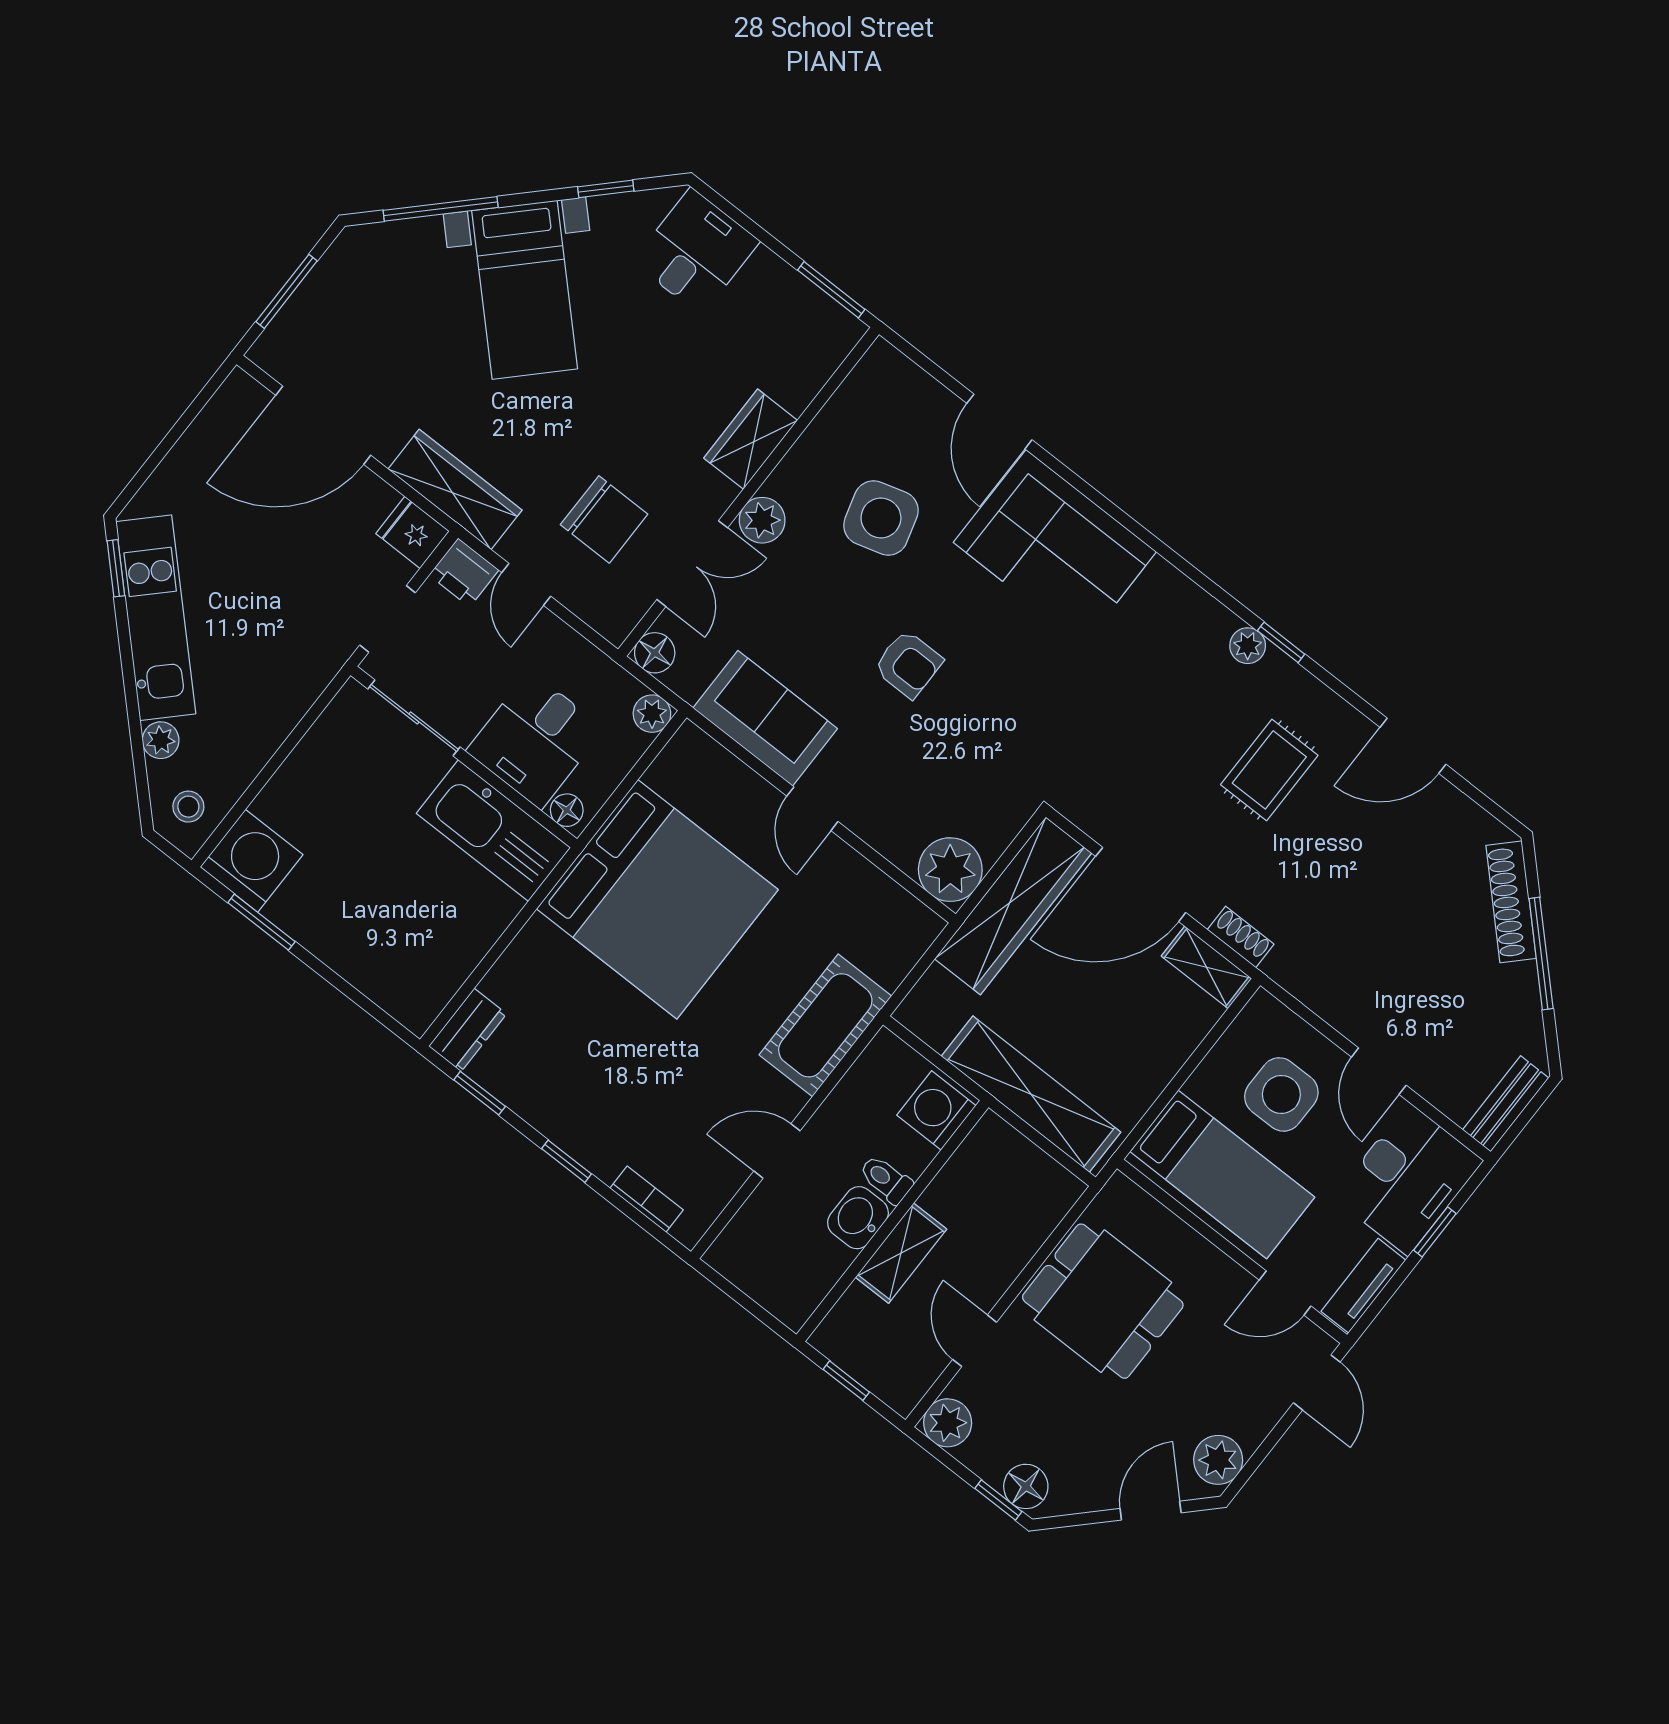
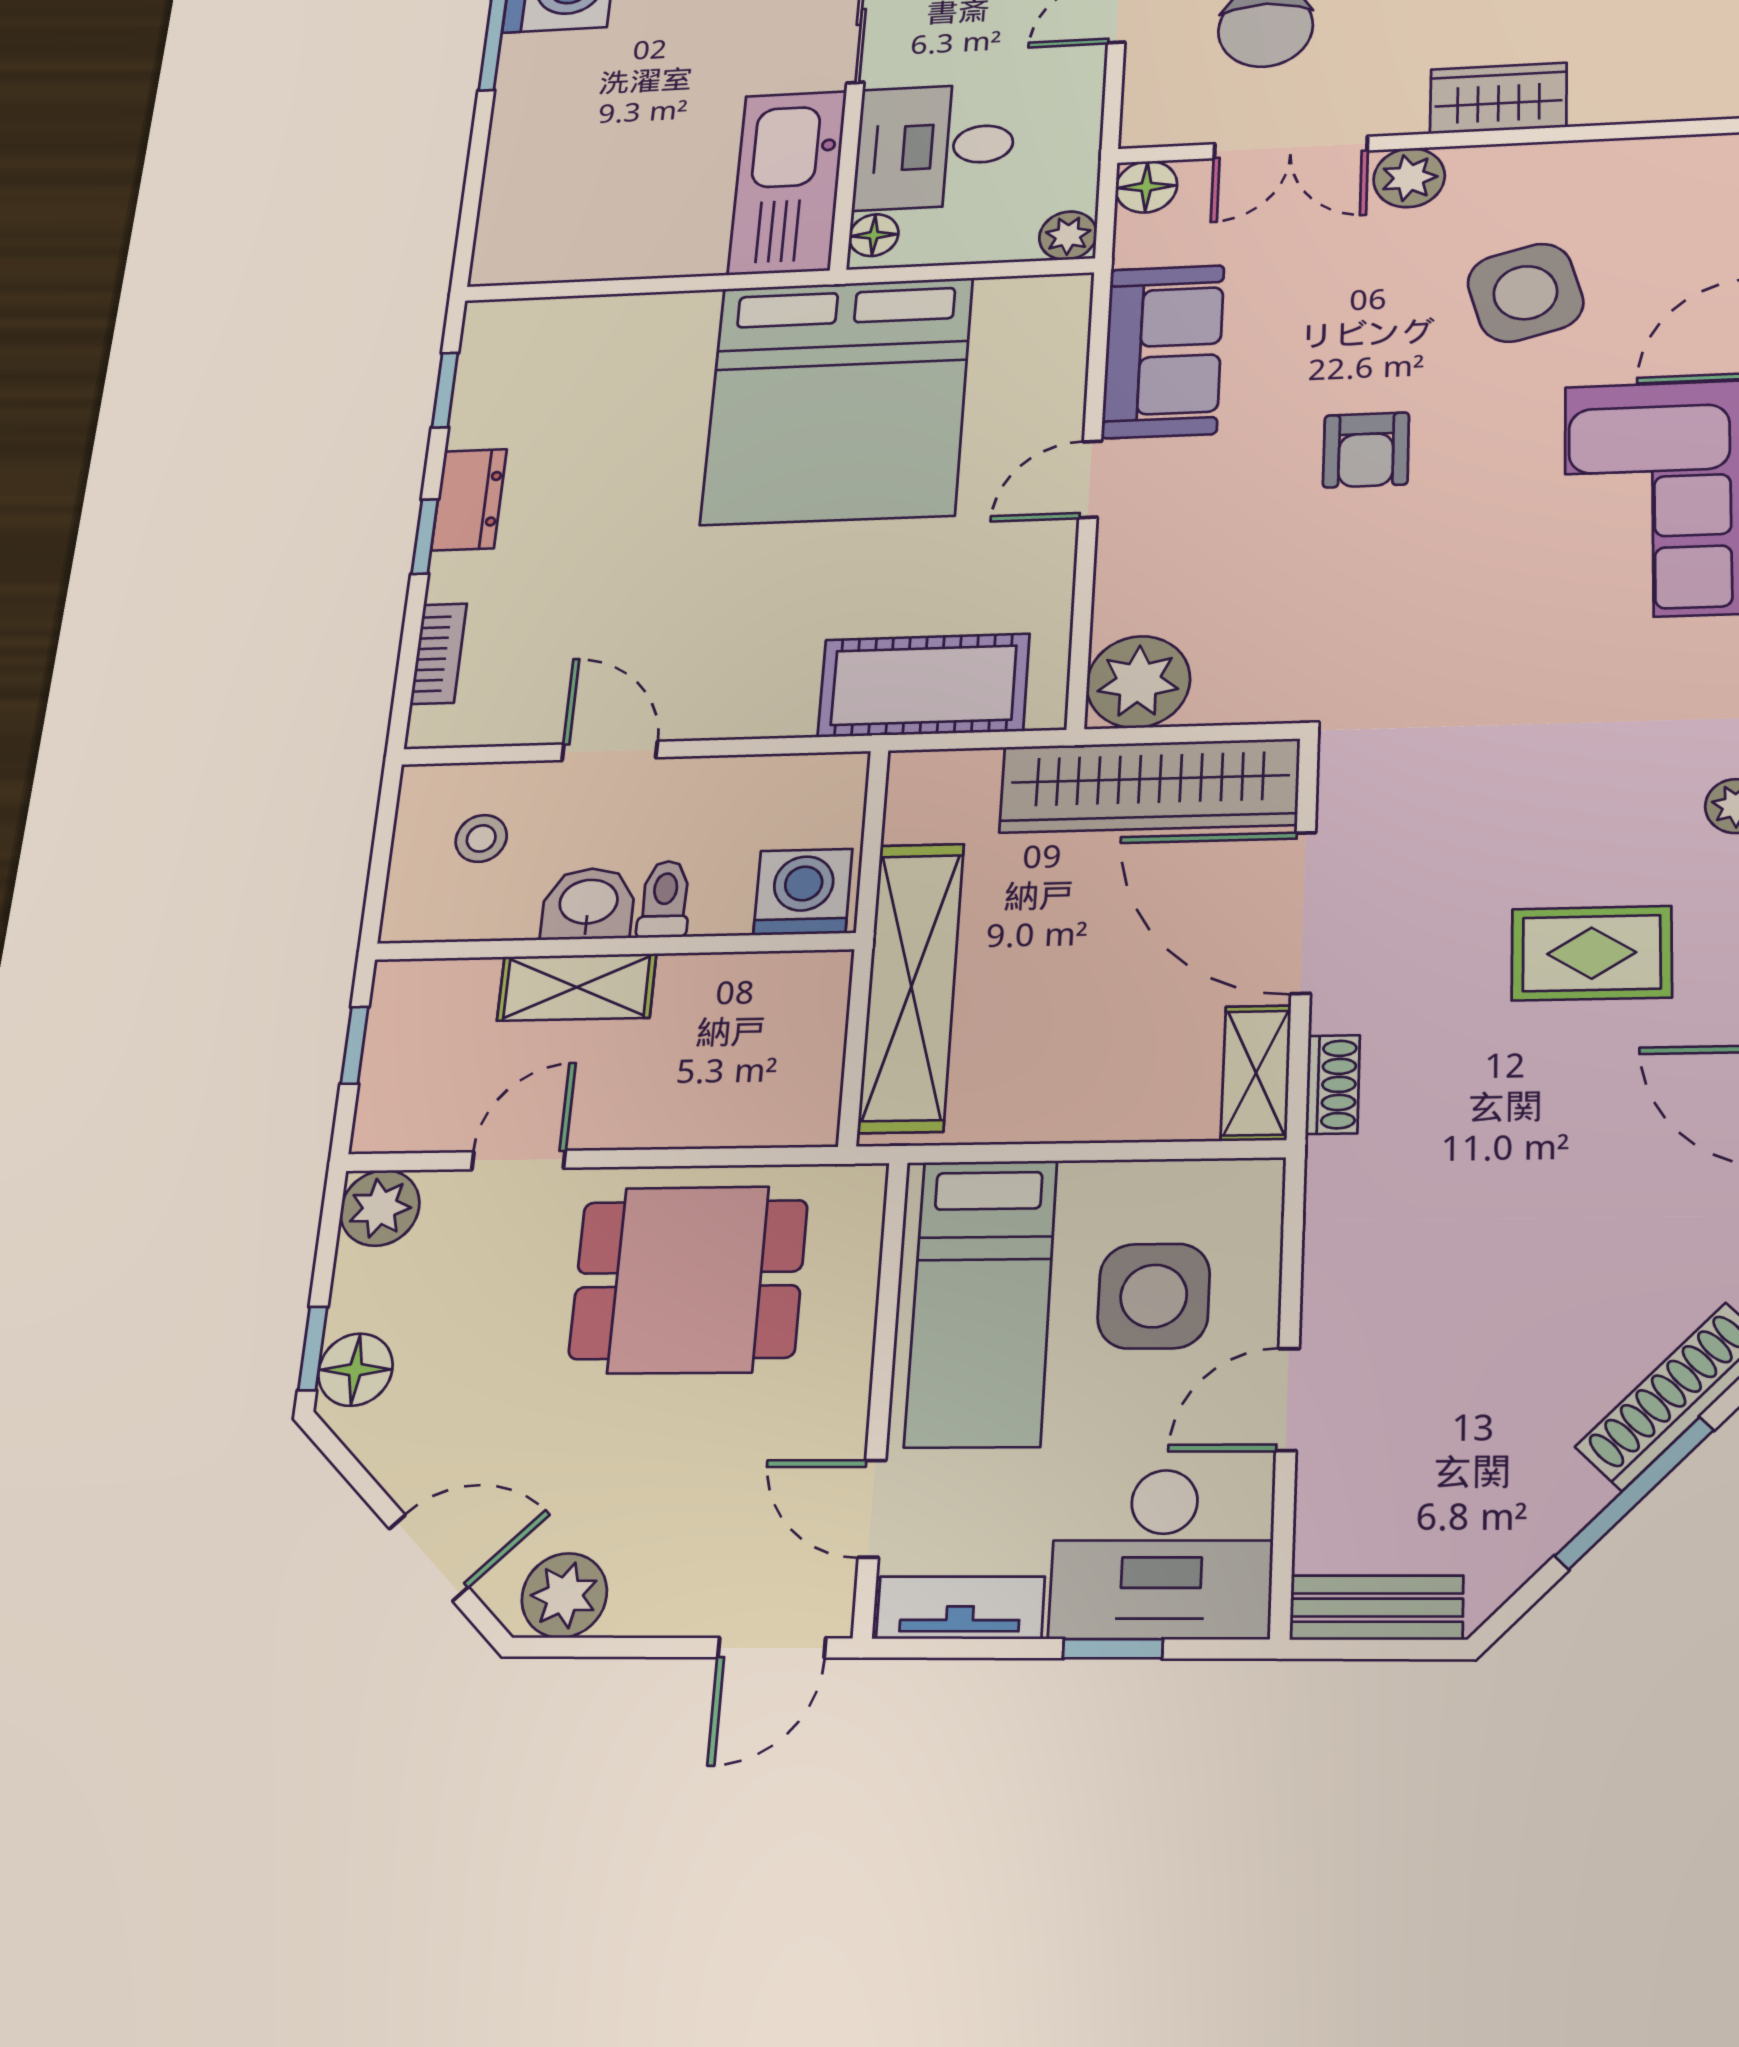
cot: (825, 1025) -> (924, 685), moved
dresser: (468, 1030) -> (469, 500), moved, turned -90
stool: (777, 1246) -> (481, 838), added
dining table: (1103, 1301) -> (688, 1279), turned 90

